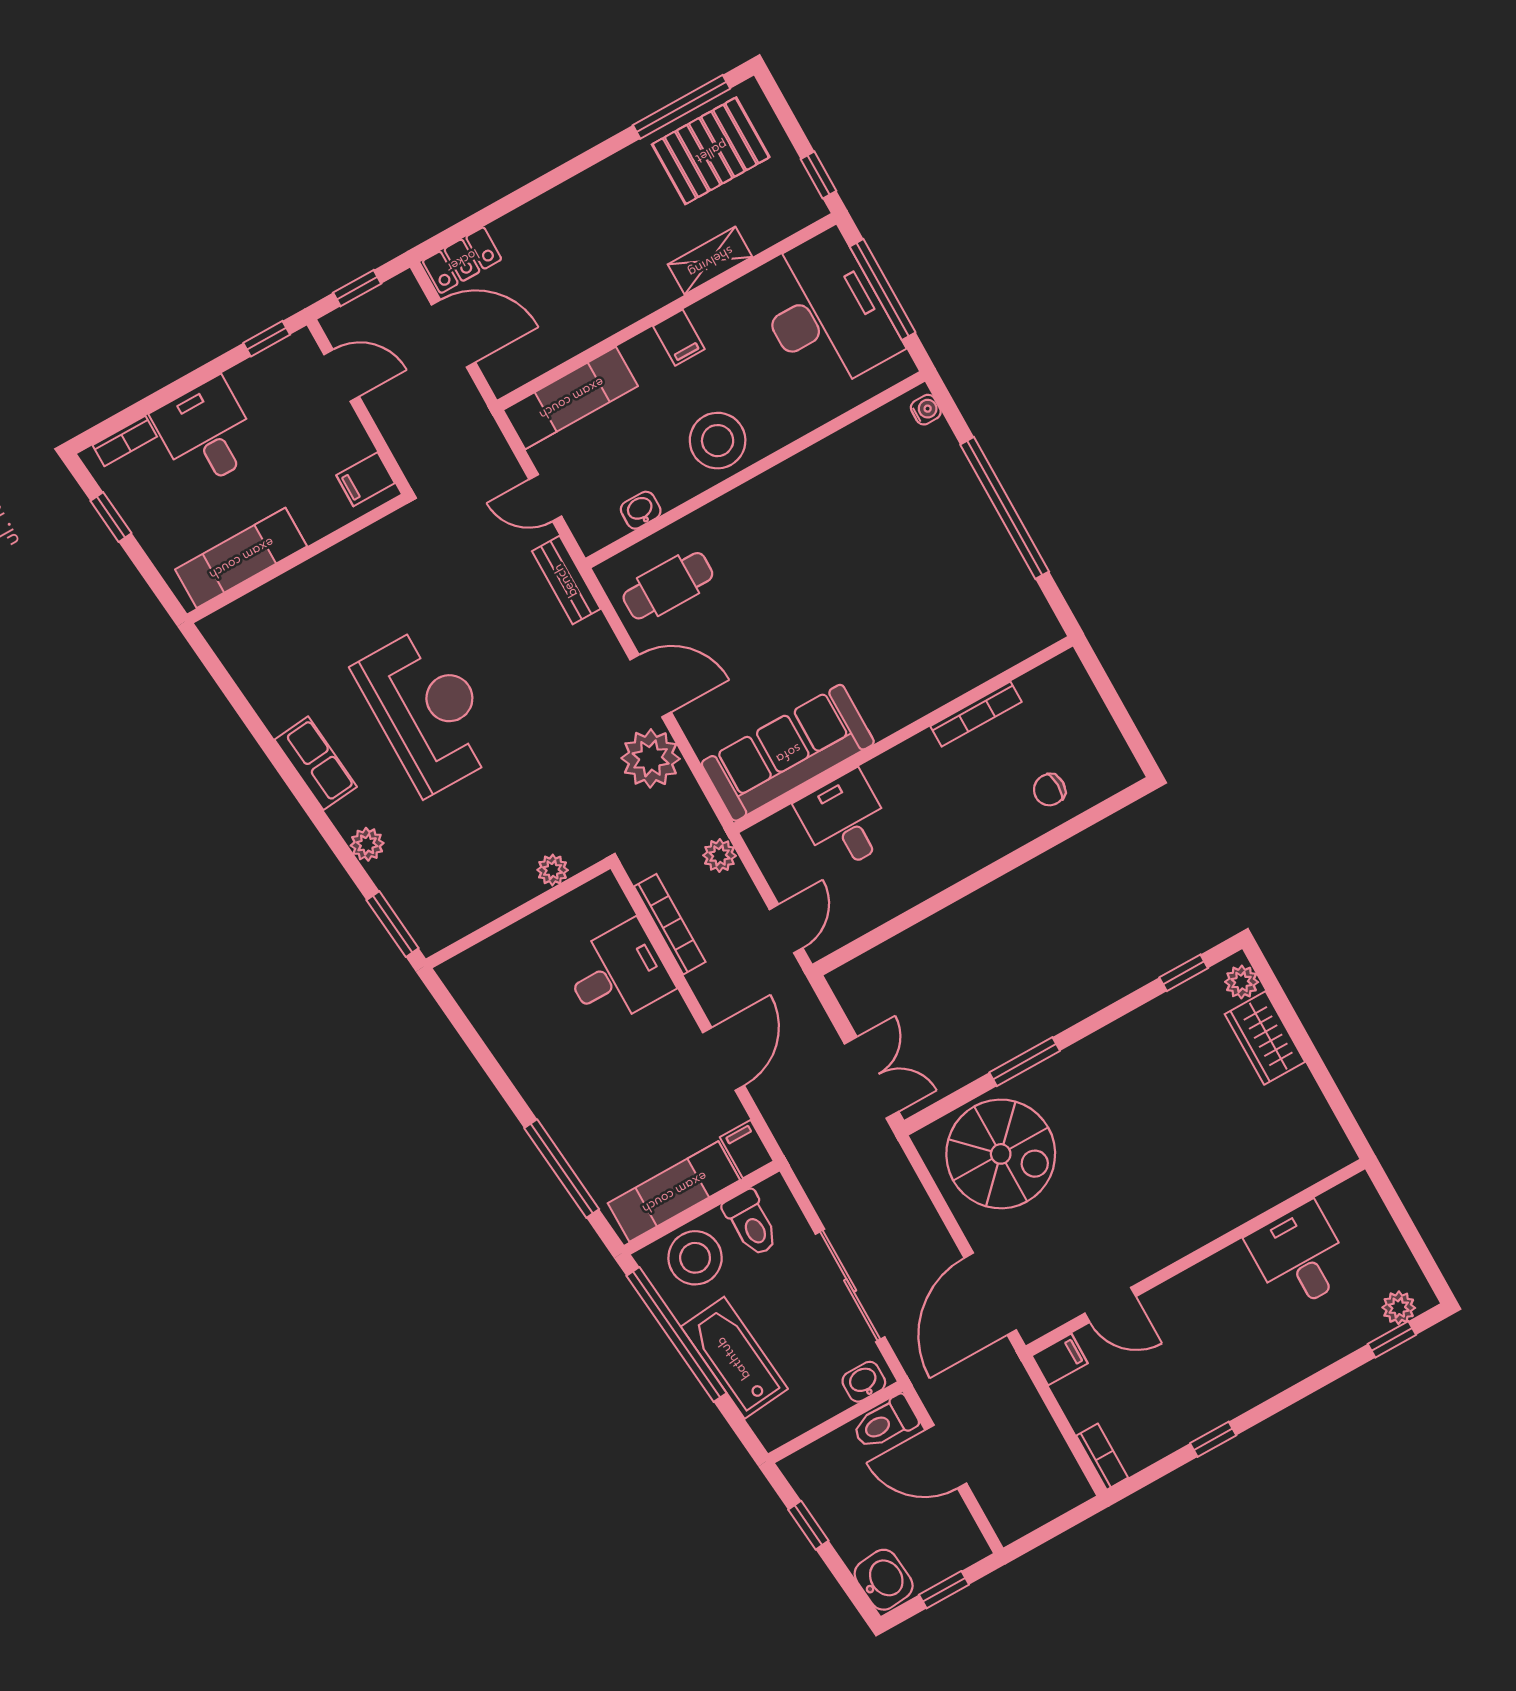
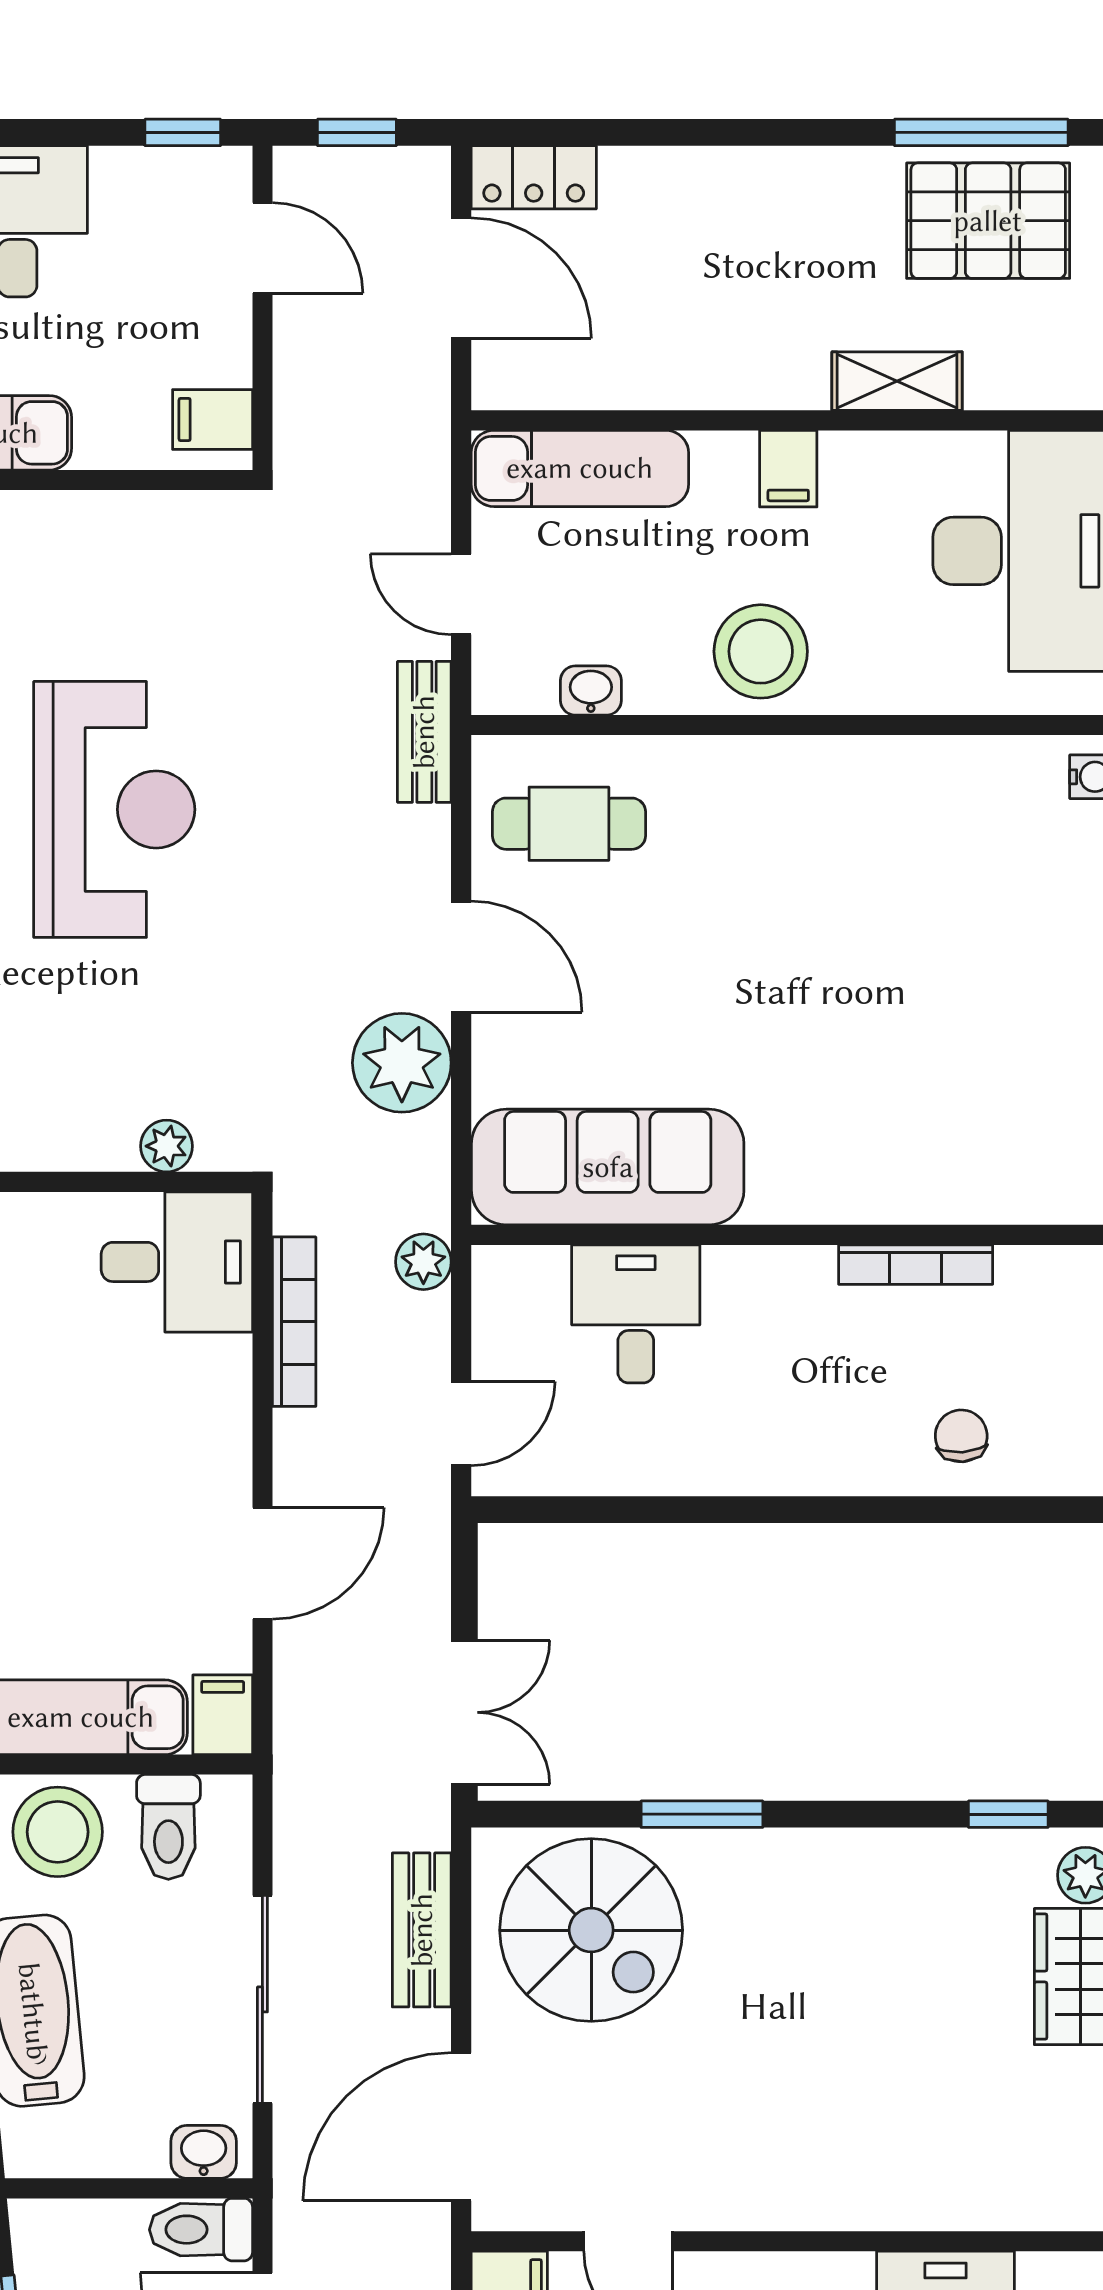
chair: (1049, 790) -> (961, 1436), turned 87
desk: (618, 974) -> (177, 1262), moved
bench: (913, 1203) -> (422, 1930), added

